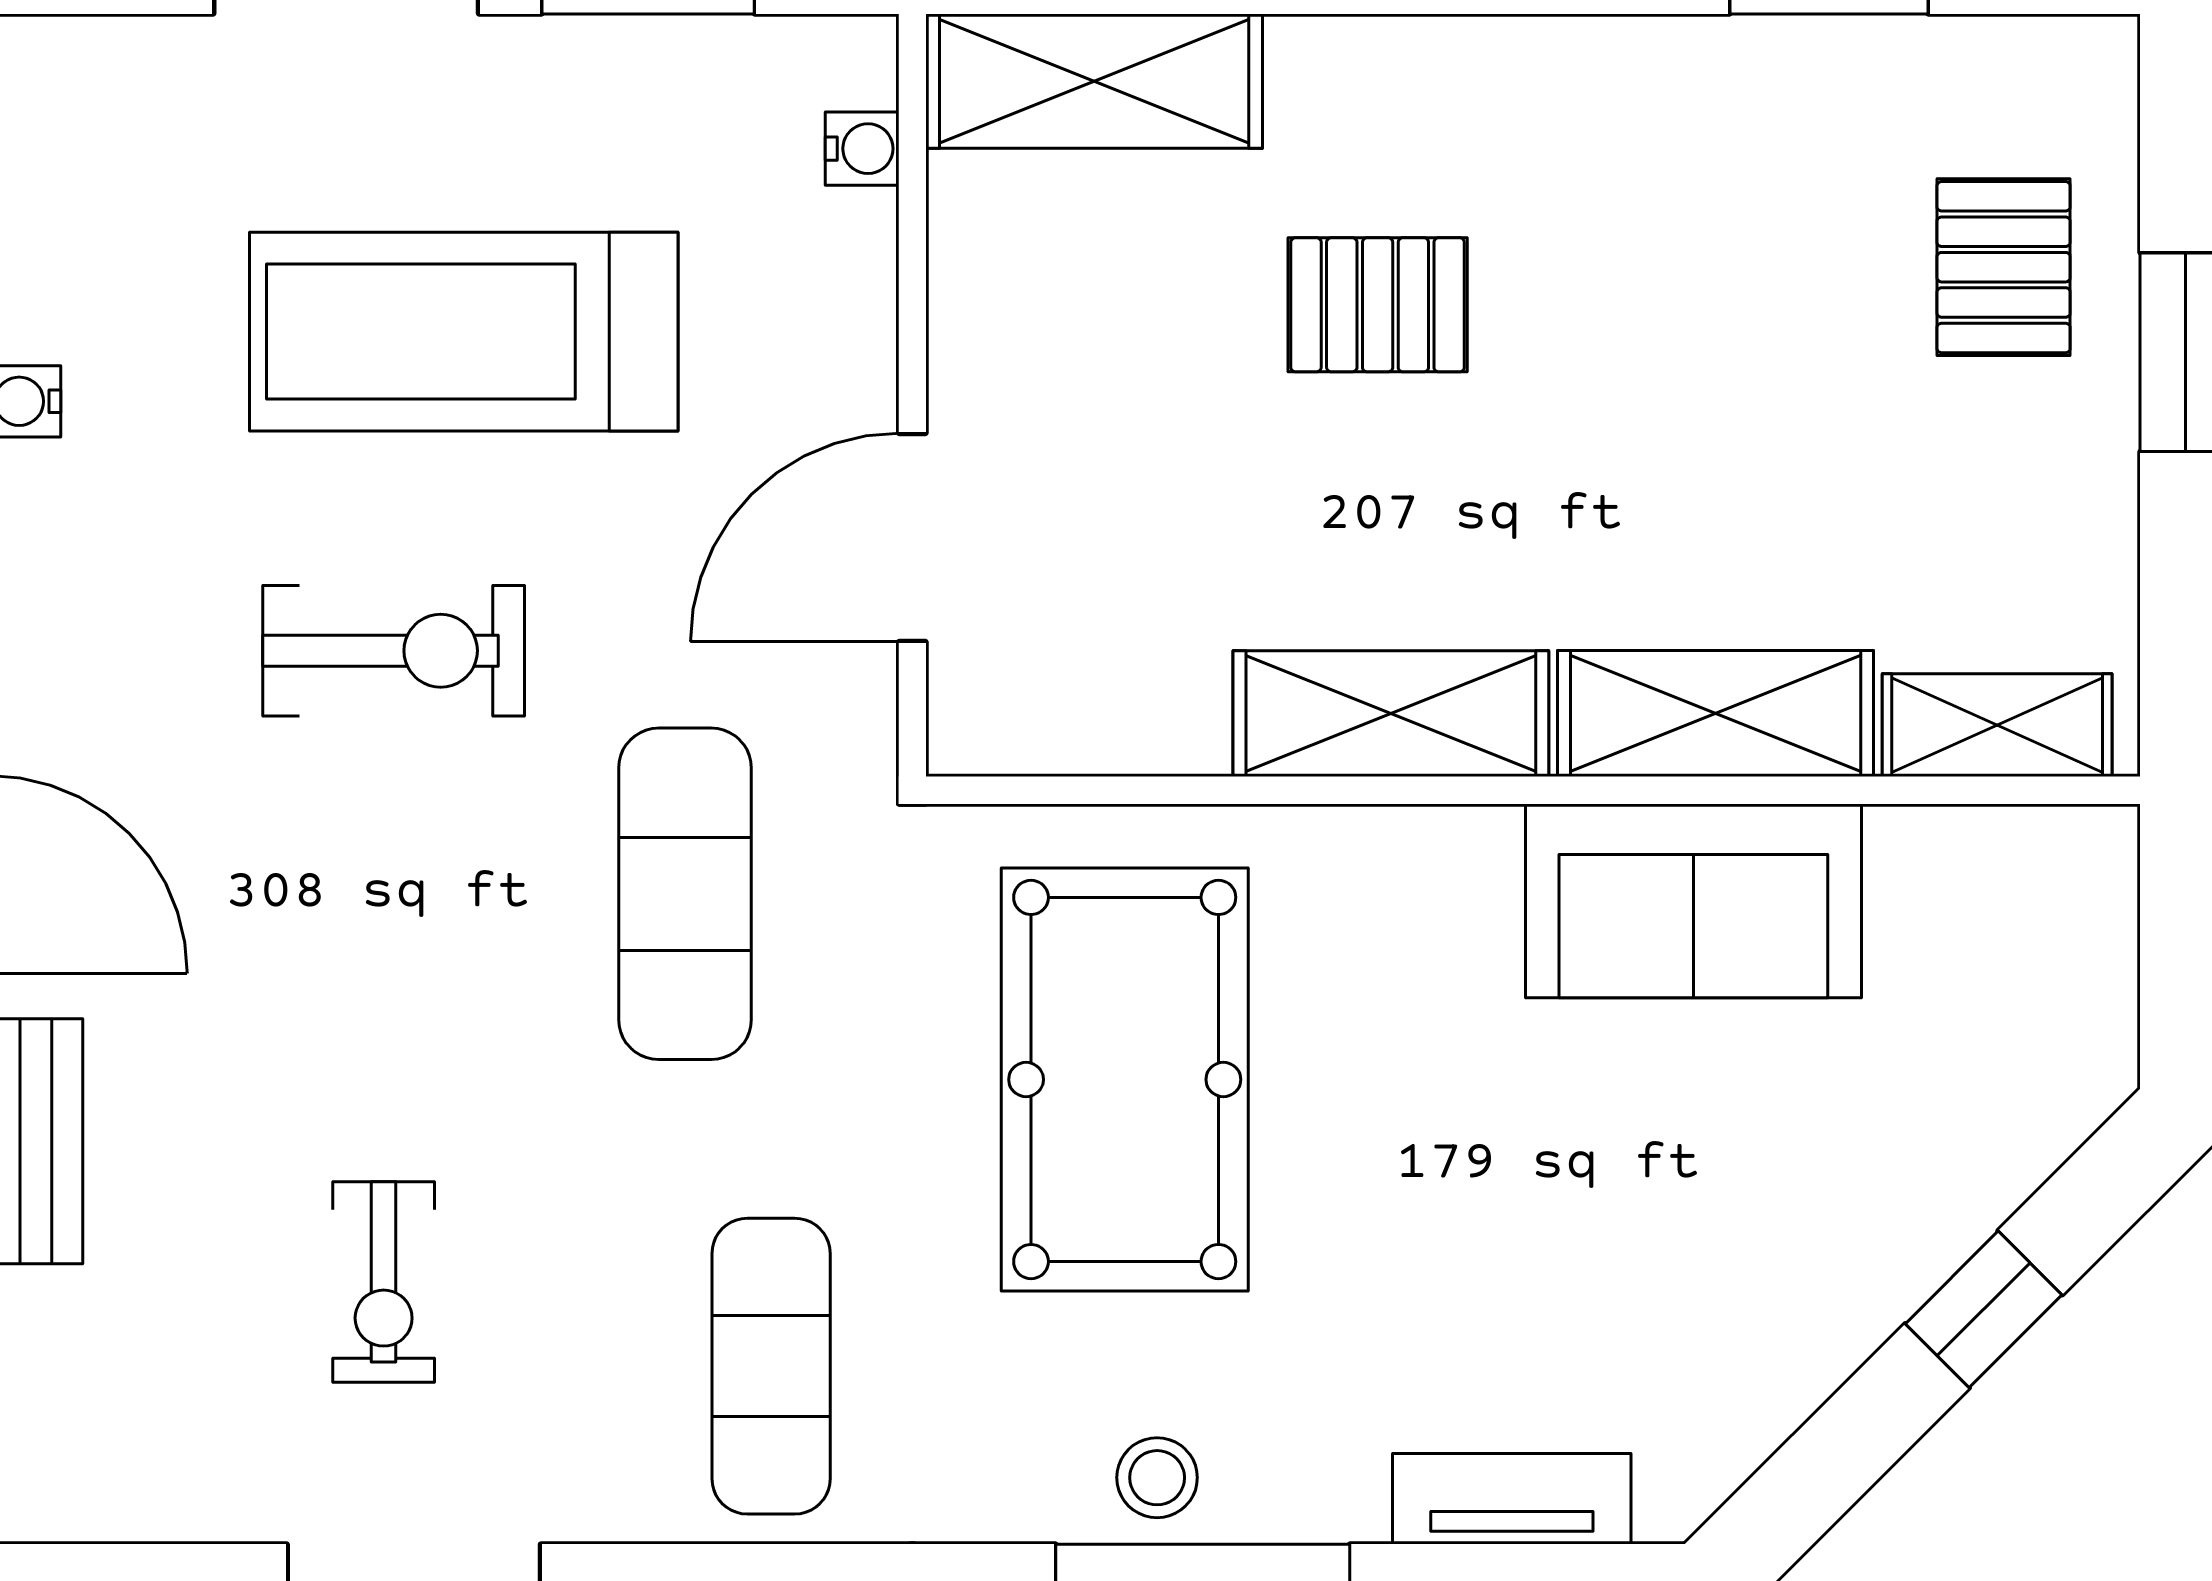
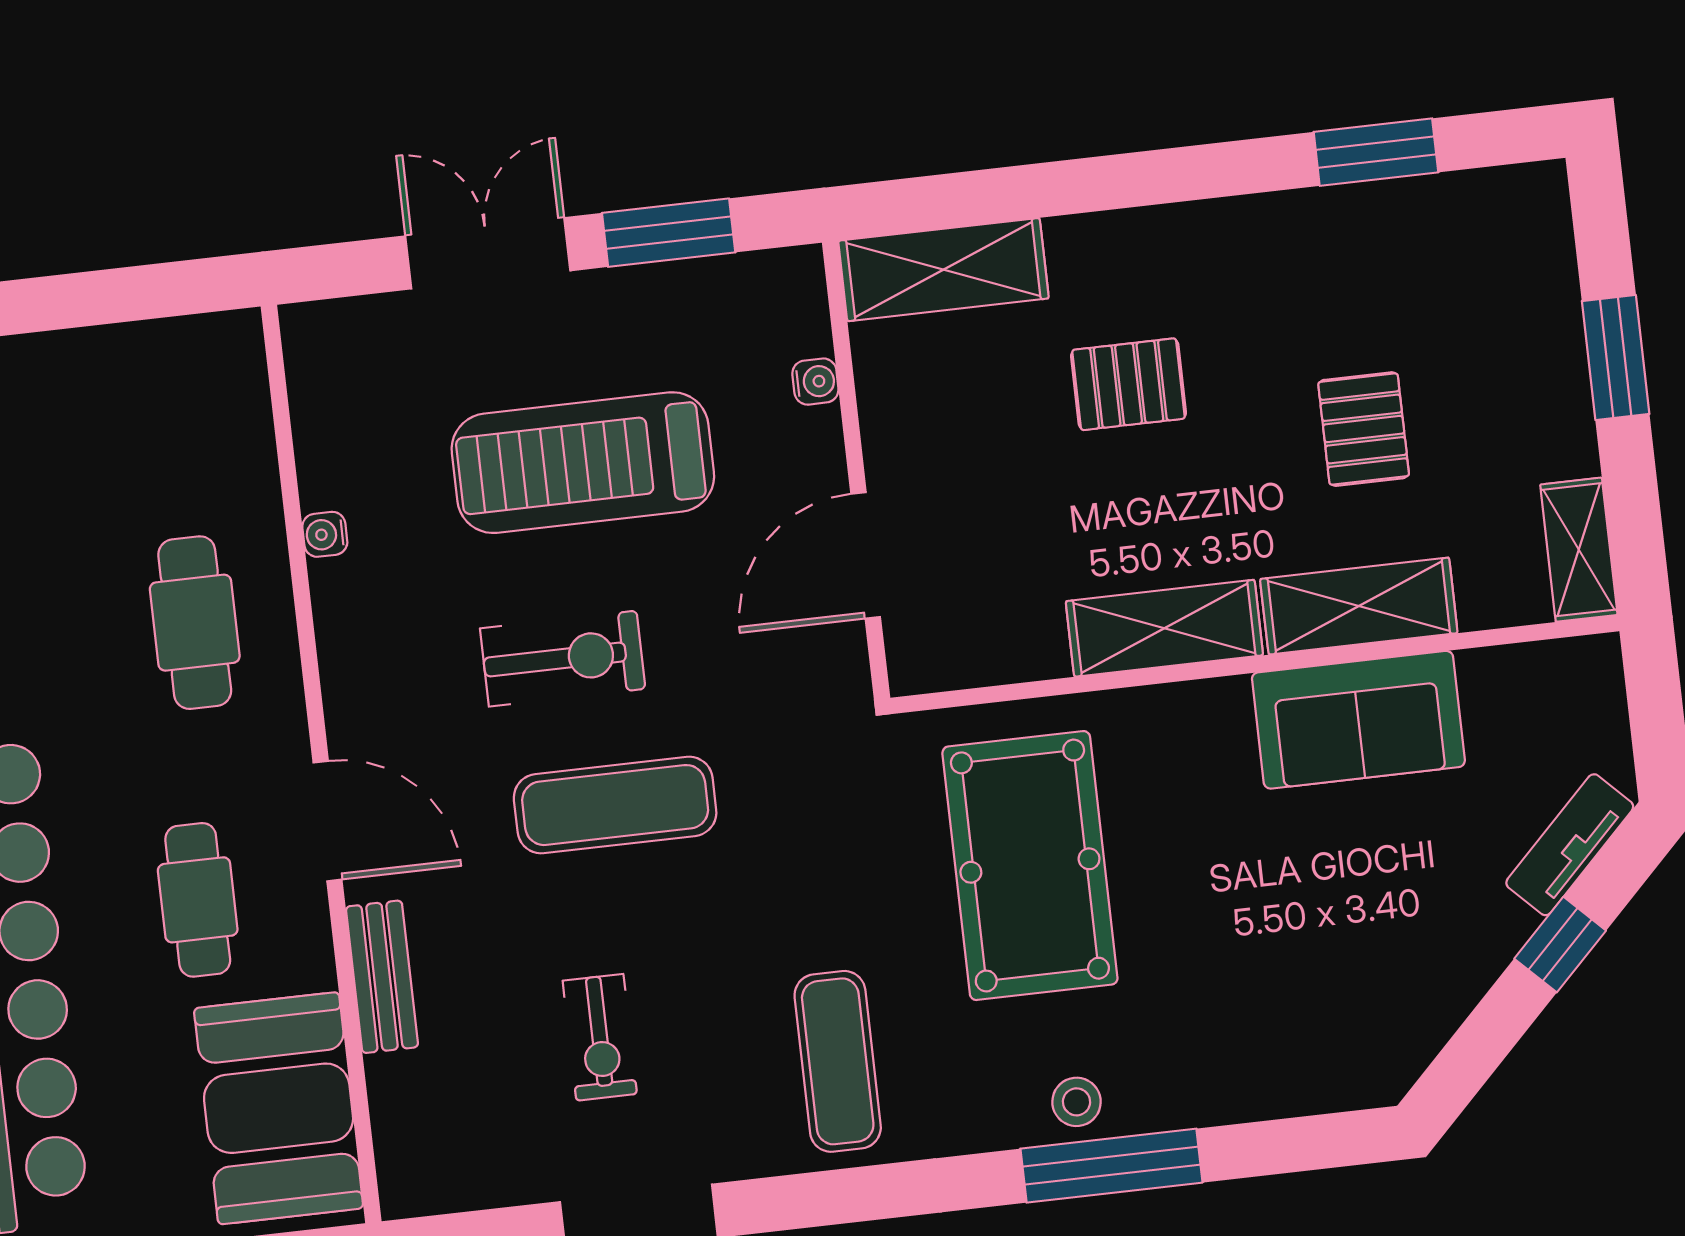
water cooler: (862, 149) -> (815, 382), moved
pallet: (2004, 267) -> (1364, 429), moved
shelving: (1997, 725) -> (1579, 550), moved, turned 90
exercise mat: (685, 894) -> (615, 805), moved, turned 90
tv unit: (1512, 1499) -> (1570, 845), moved, turned -45

